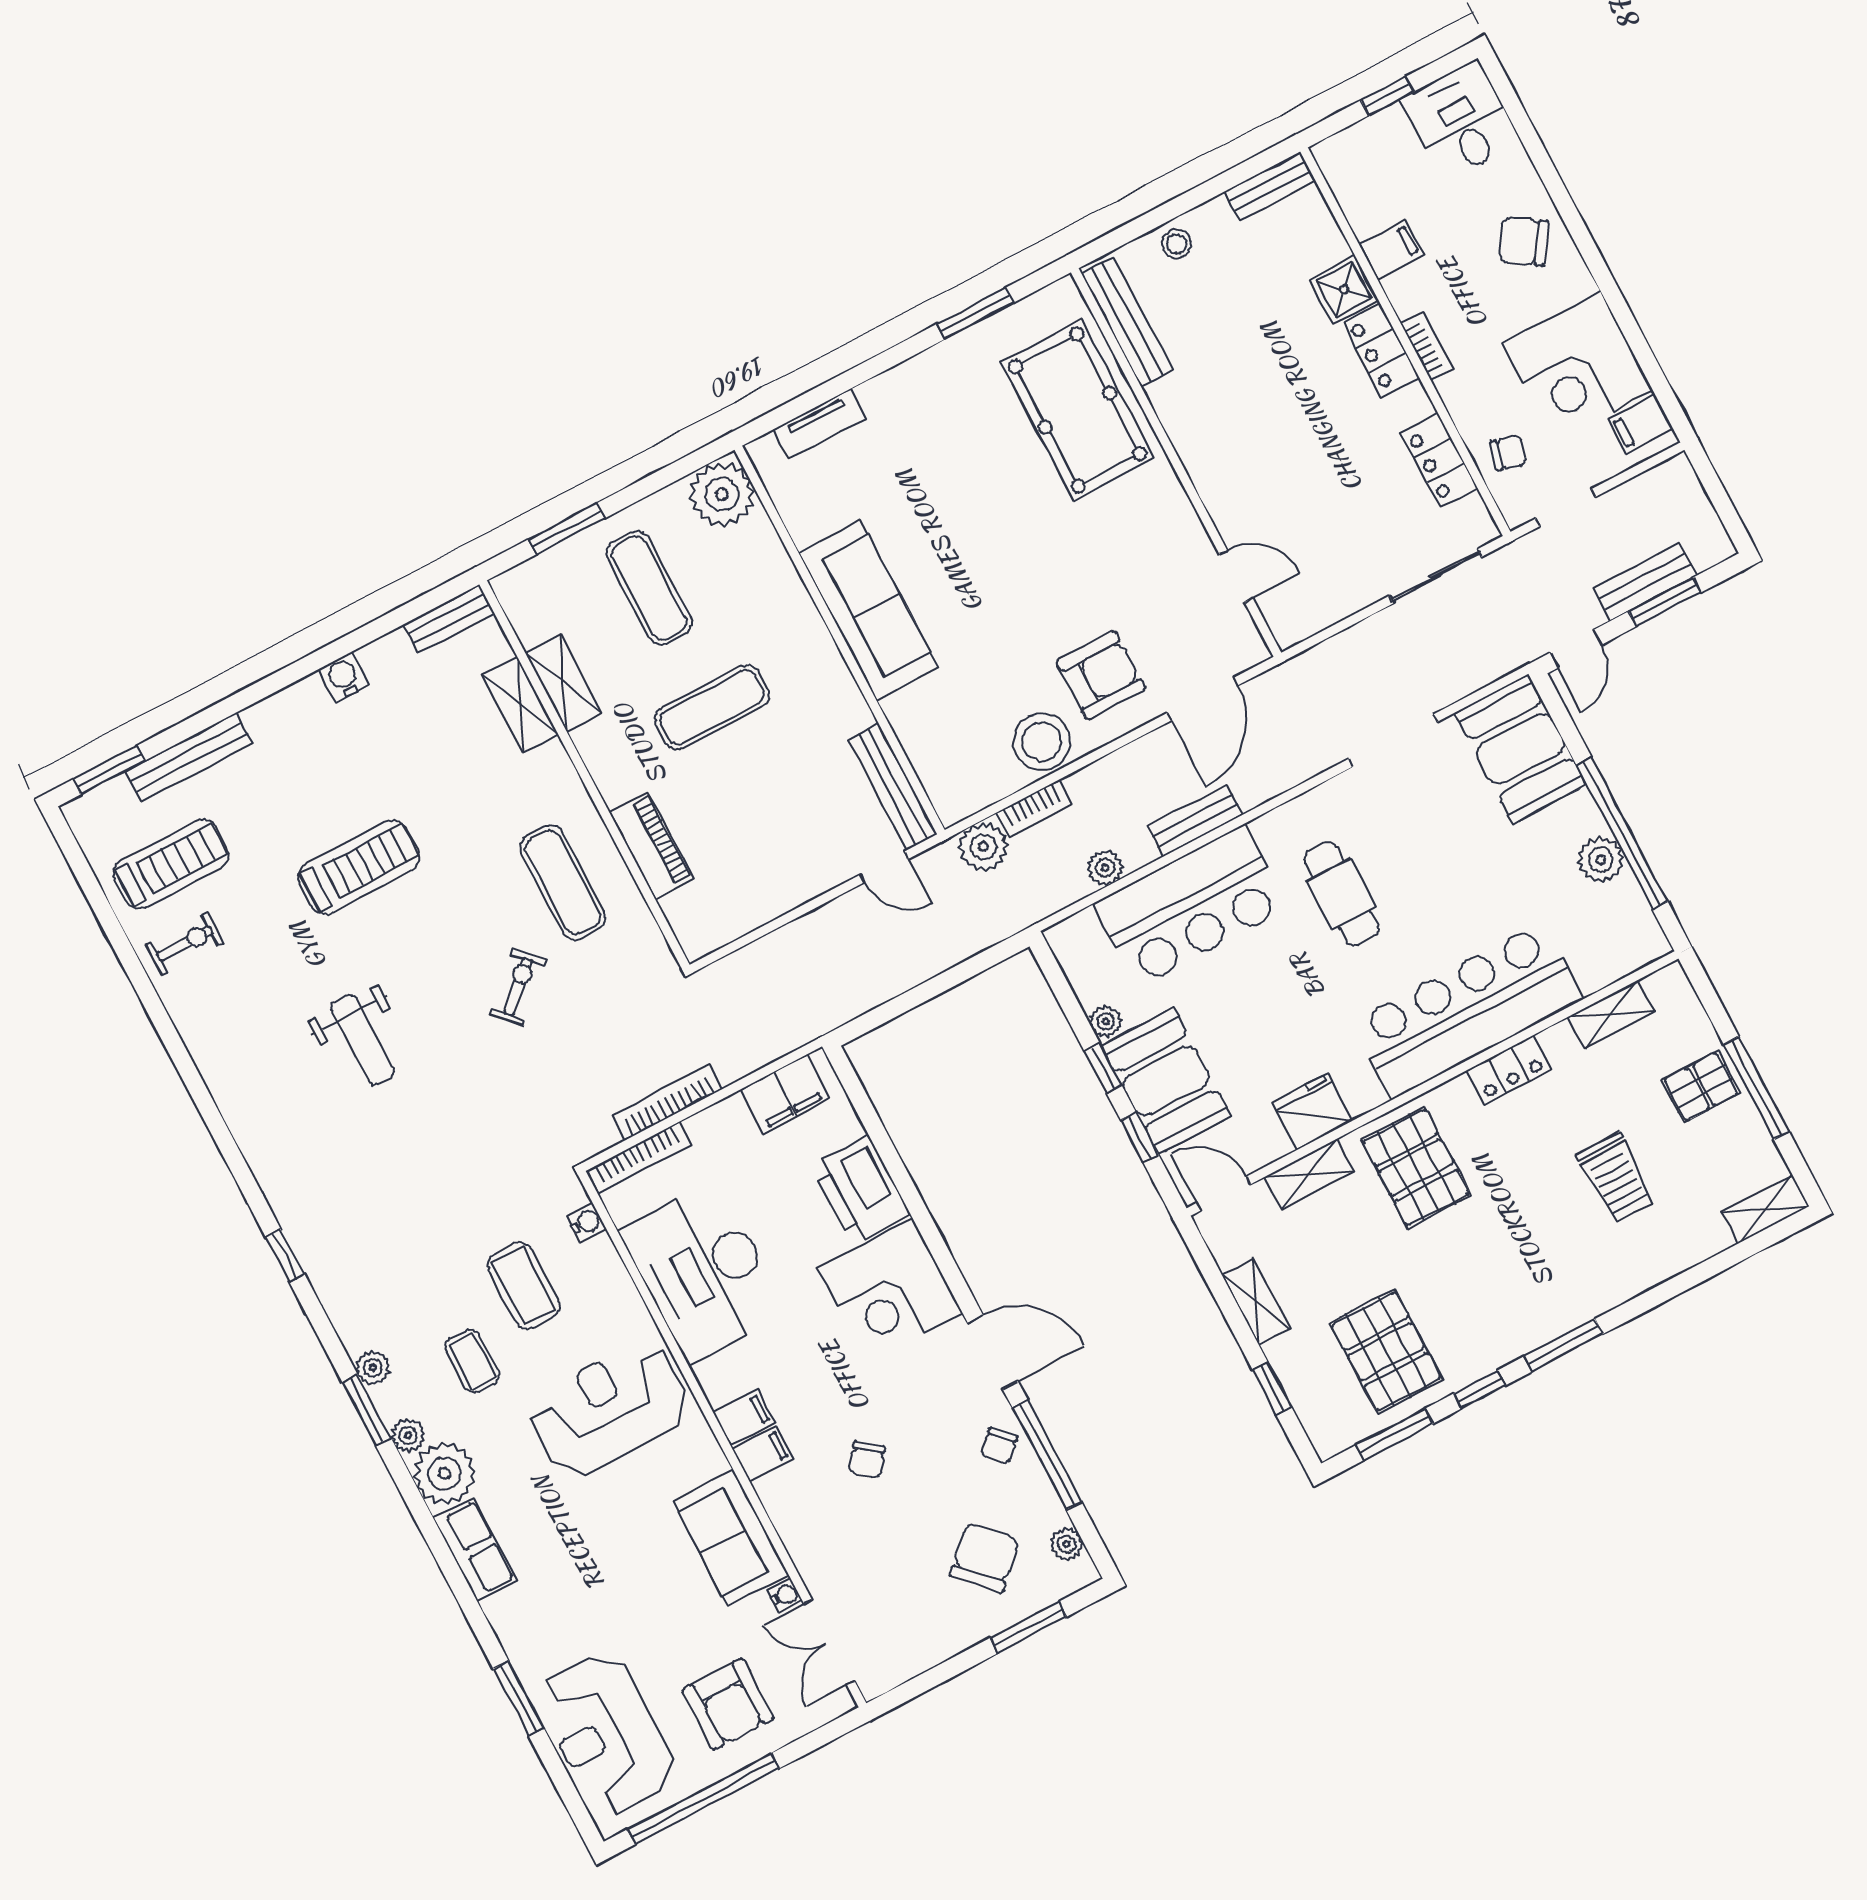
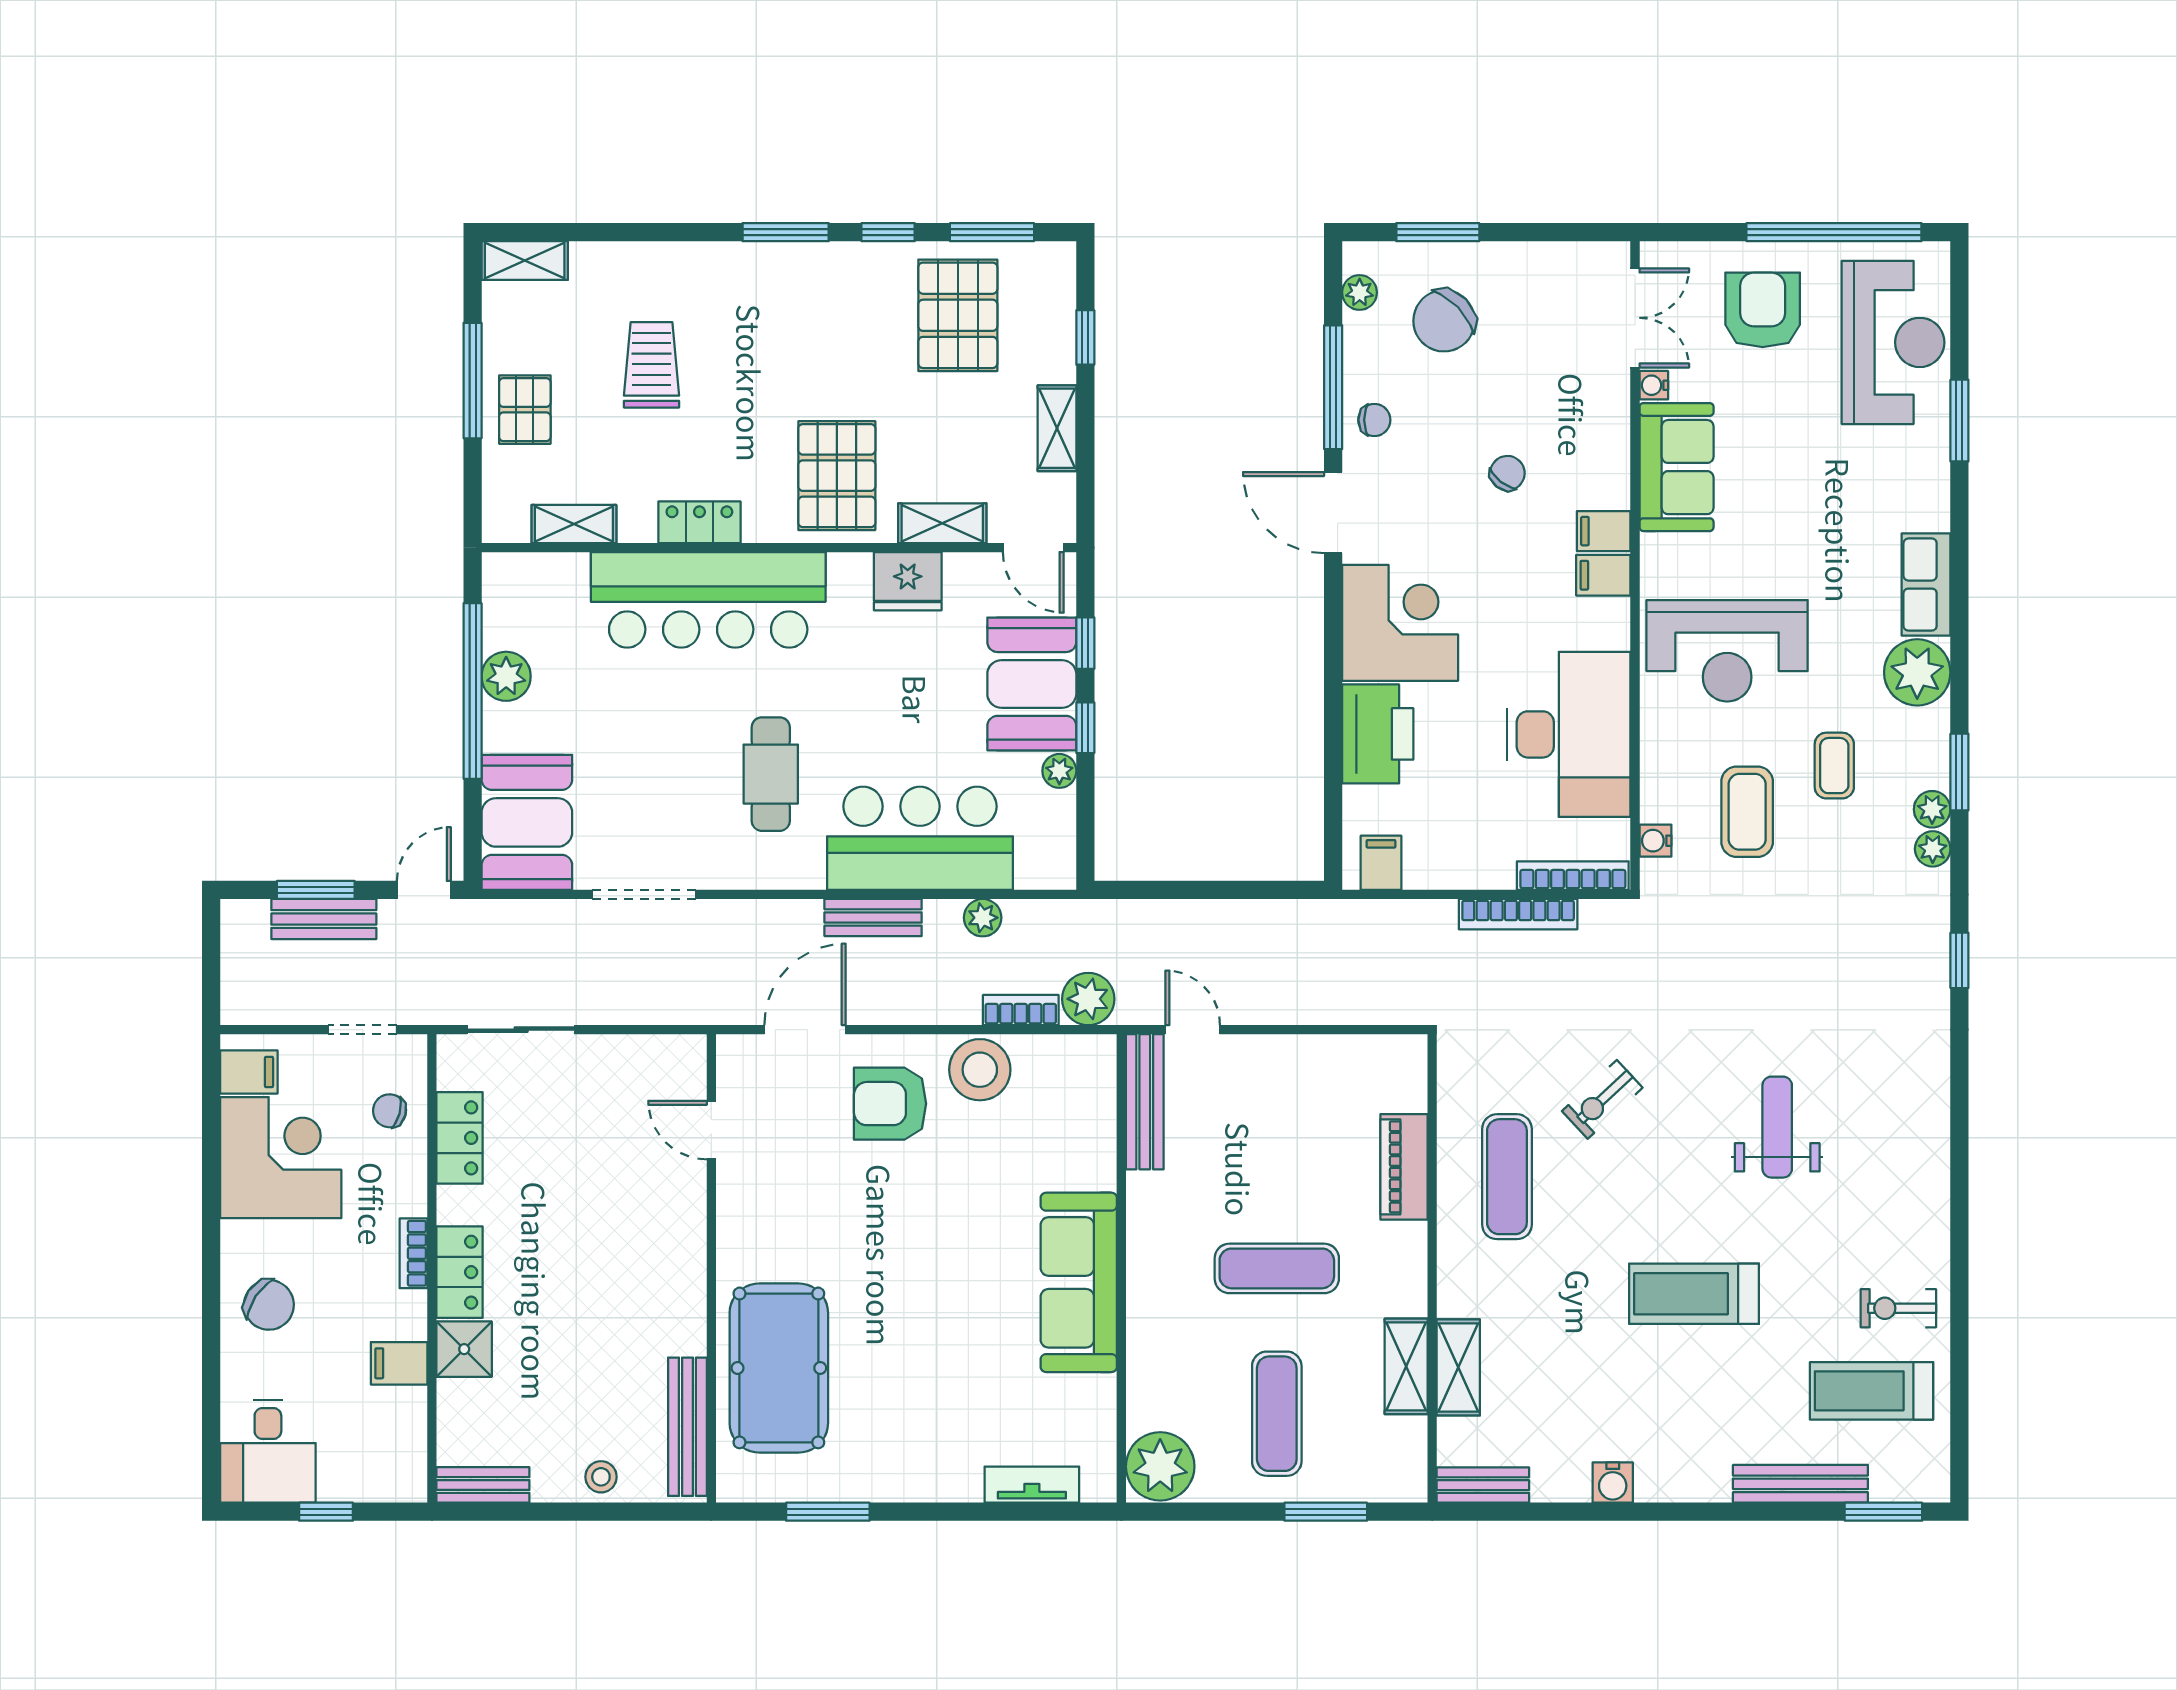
pallet: (1701, 1087) -> (525, 410), turned 90
filing cabinet: (785, 1094) -> (1381, 863), width x0.50
plant: (408, 1435) -> (1933, 849), moved
chair: (999, 1446) -> (1374, 420), turned 44

